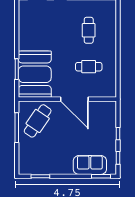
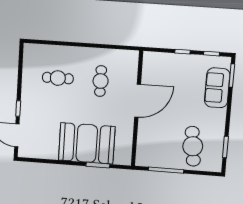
booth: (35, 74) -> (87, 143), moved
cafe table: (38, 121) -> (193, 146), moved, turned 49

